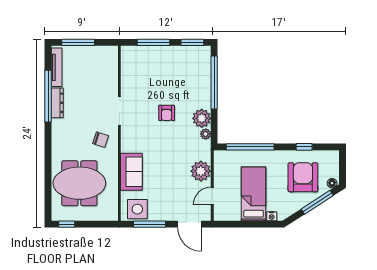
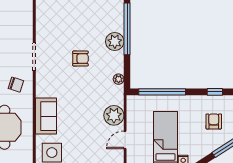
armchair: (167, 113) -> (80, 59), turned -90
plant: (202, 118) -> (115, 42), moved
armchair: (303, 177) -> (214, 121), width x0.53, depth x0.53

